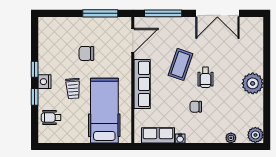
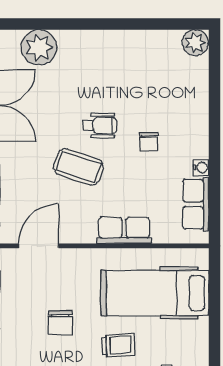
door: (133, 40) -> (39, 246), hinge flipped
plant: (253, 83) -> (39, 47), moved
row of seats: (142, 84) -> (124, 230), width x0.68
plant: (231, 138) -> (200, 83), removed

